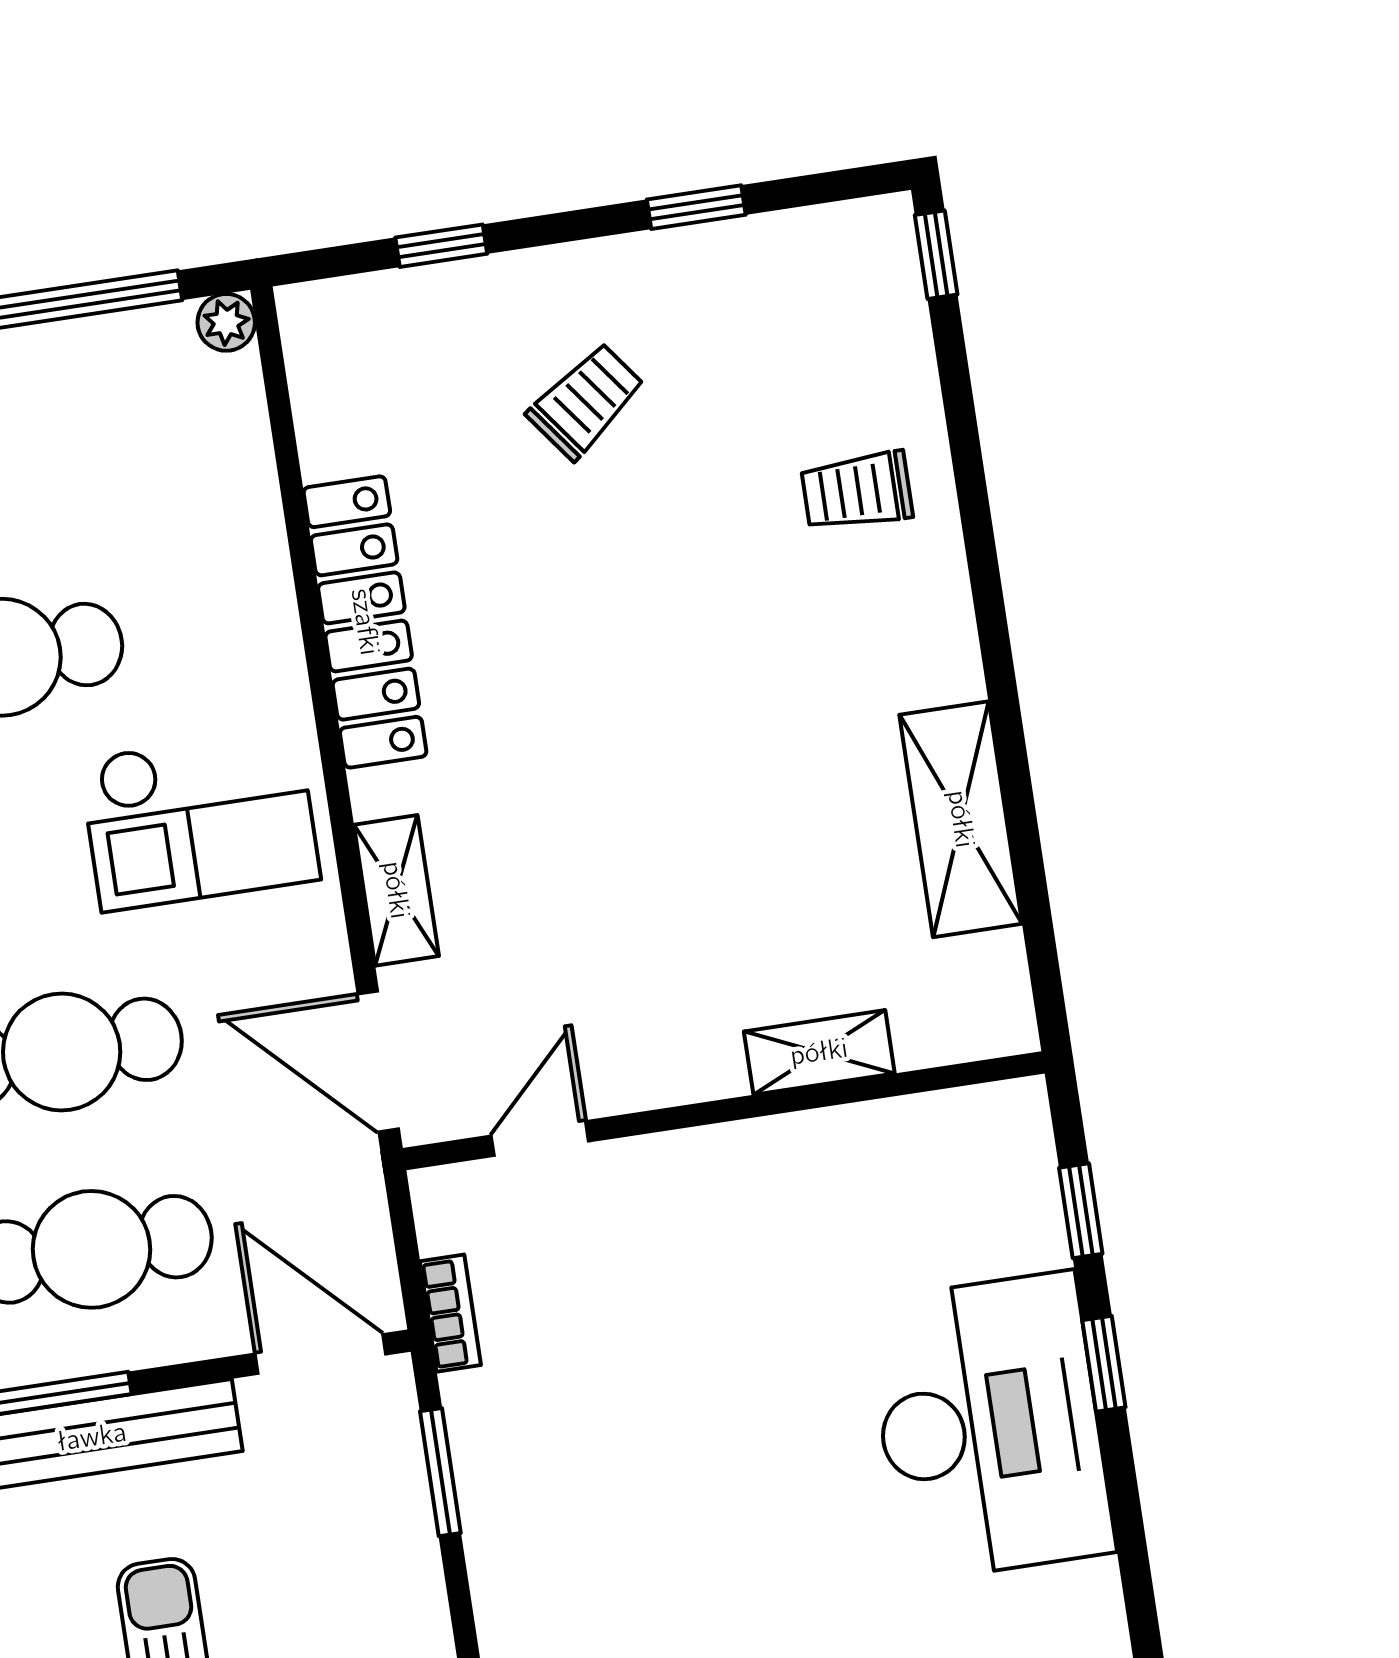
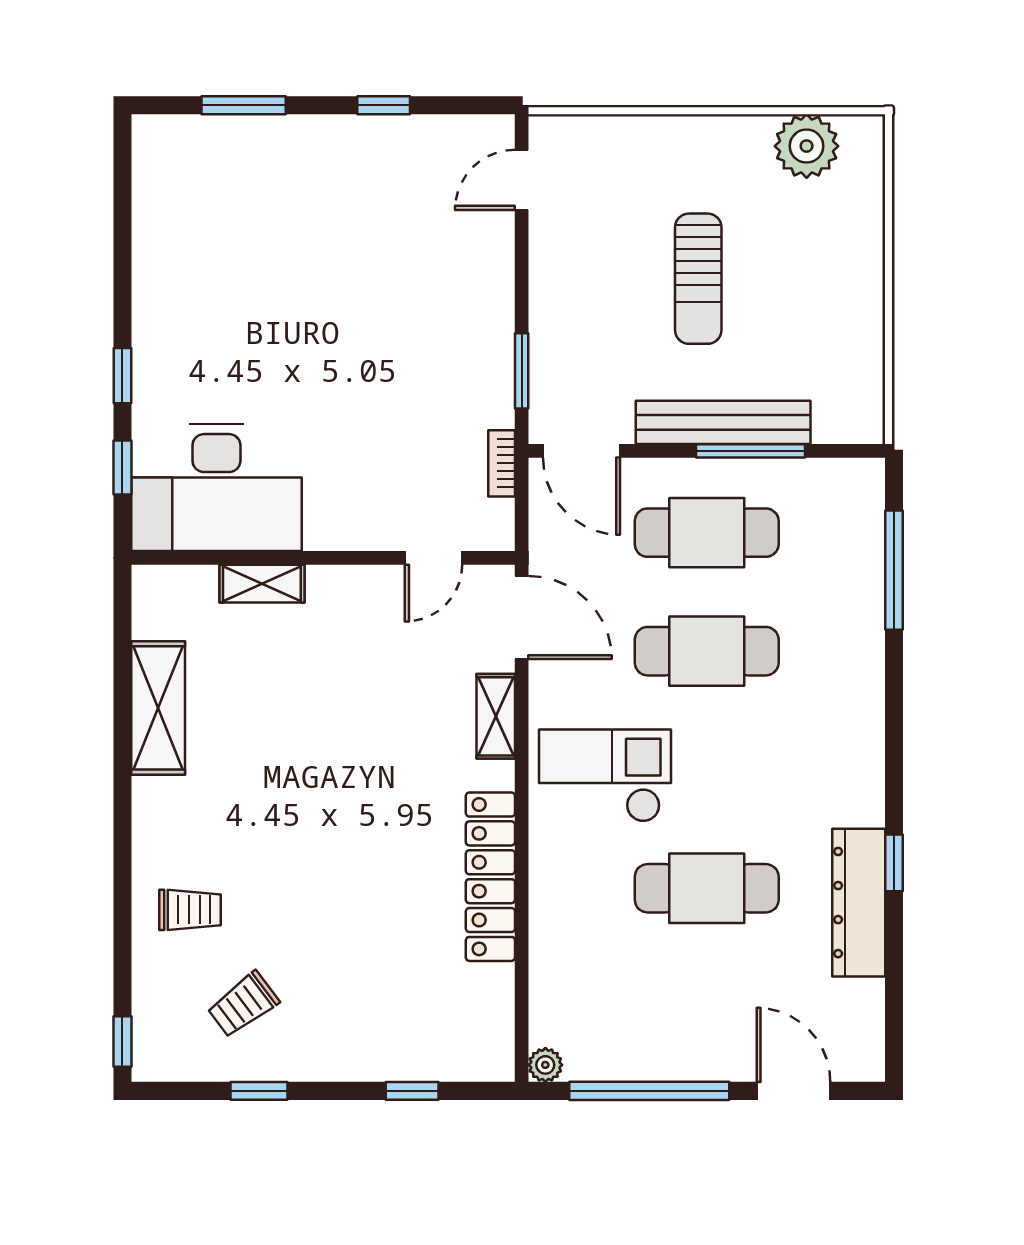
trolley: (586, 401) -> (243, 1004), moved
desk: (990, 1427) -> (216, 487), moved, turned -90

